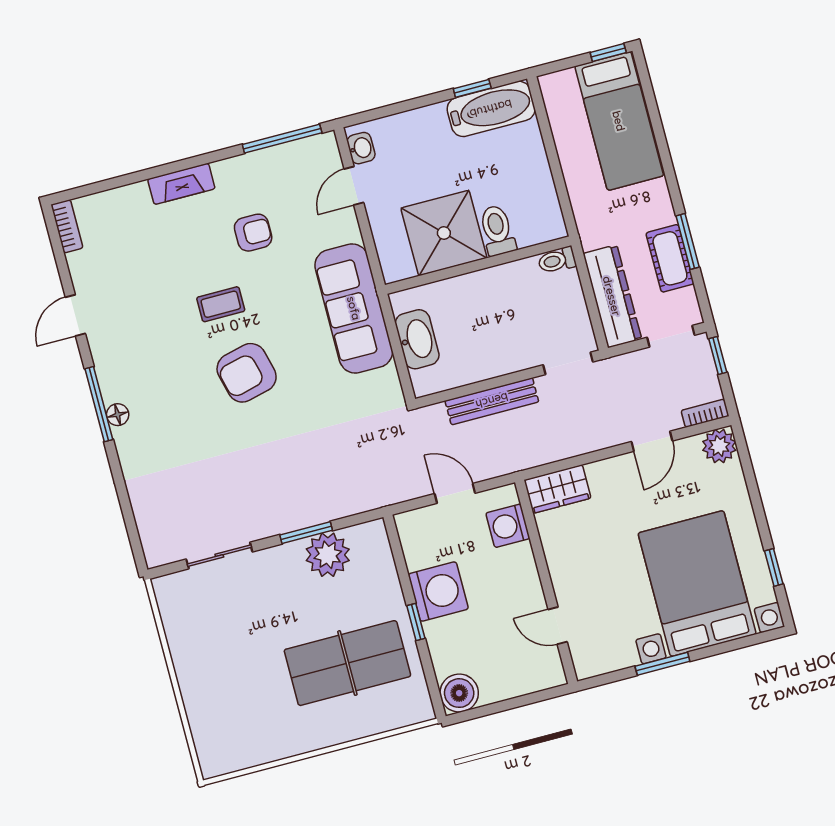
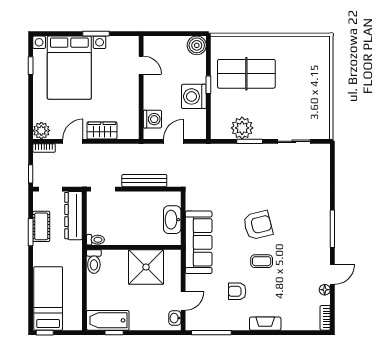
toilet: (497, 230) -> (94, 262), moved
floor lamp: (118, 415) -> (325, 290), moved
wardrobe: (557, 489) -> (102, 130), moved
door: (455, 493) -> (174, 141), swing flipped

